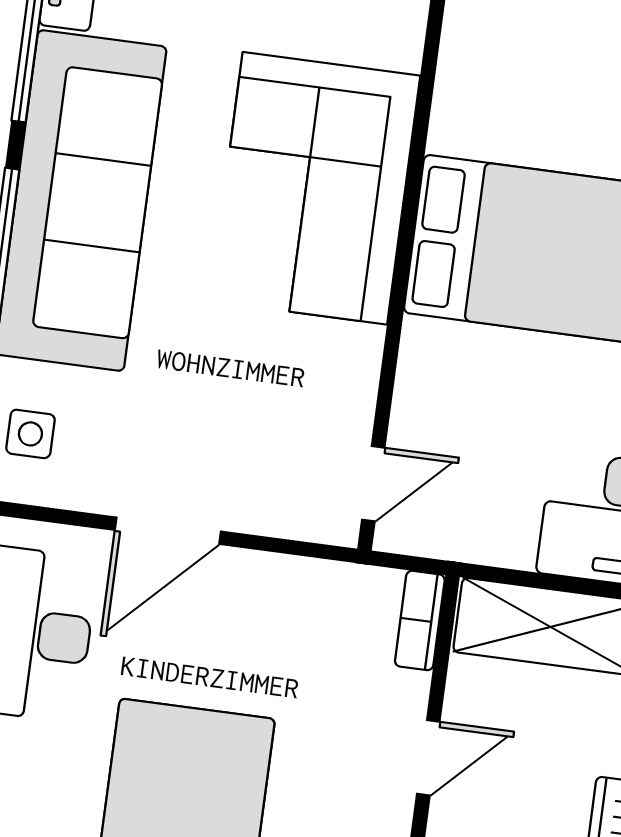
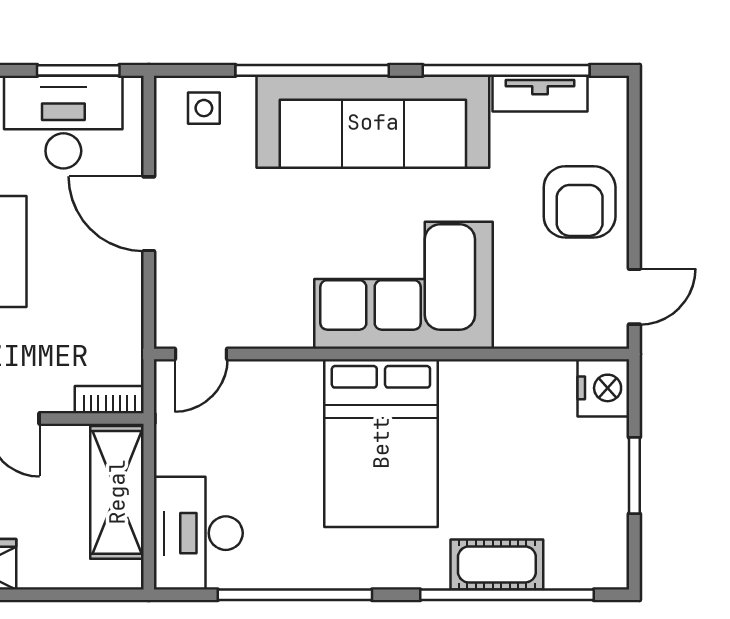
door: (373, 484) -> (201, 354), hinge flipped

